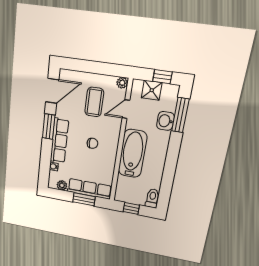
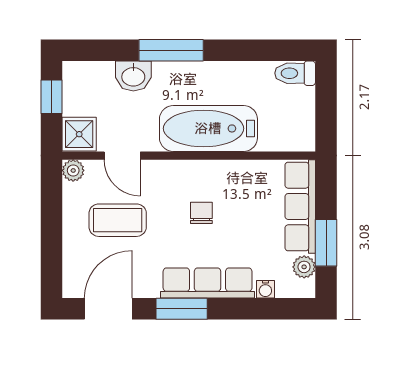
shower: (152, 90) -> (79, 134), moved
door: (52, 91) -> (108, 309), hinge flipped
window: (180, 115) -> (171, 50), moved
window: (84, 199) -> (326, 243), moved
window: (131, 208) -> (326, 112), removed

